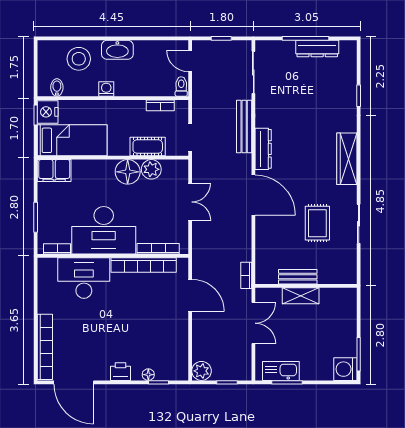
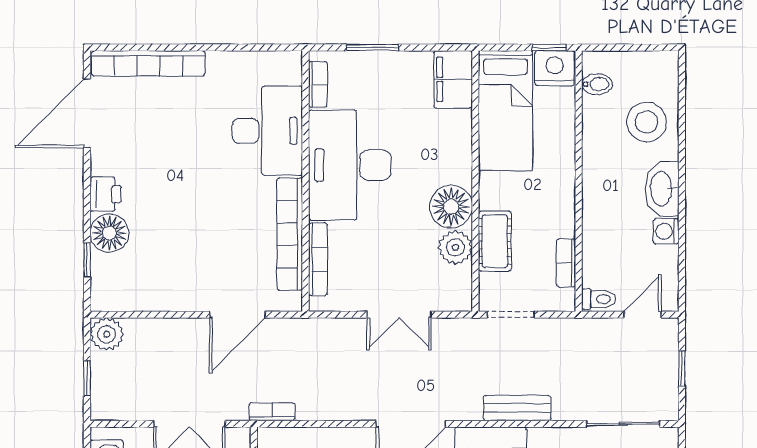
washing machine: (106, 89) -> (666, 231), moved, turned 180
bench: (244, 127) -> (517, 408), width x0.73
floor lamp: (148, 375) -> (109, 233), width x1.89, depth x1.89

